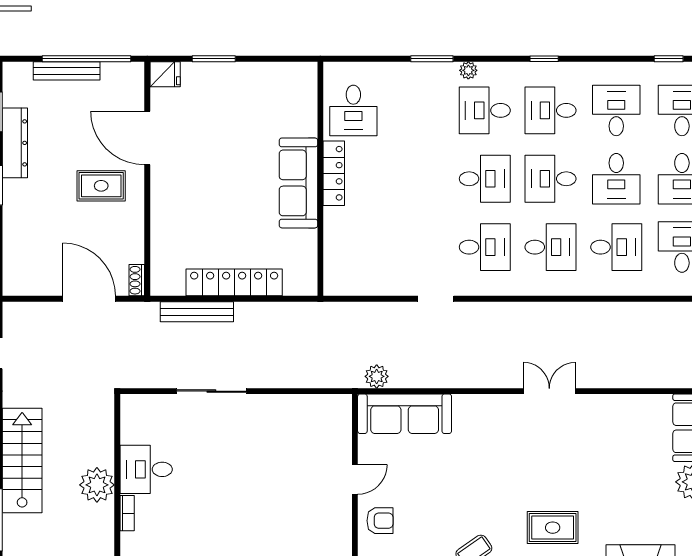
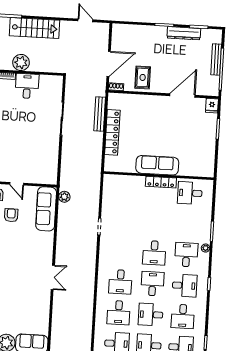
desk: (551, 110) -> (185, 286), turned 90
desk: (616, 110) -> (183, 316), turned 90
rug: (101, 186) -> (143, 77), moved
desk: (485, 247) -> (122, 251), removed
armchair: (422, 487) -> (11, 215), added

